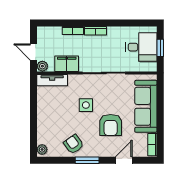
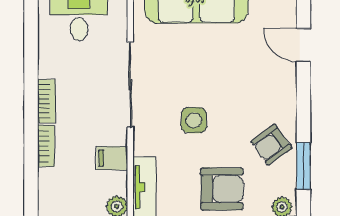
filing cabinet: (67, 64) -> (112, 158), width x0.50
armchair: (111, 125) -> (222, 189), moved
window: (87, 160) -> (303, 166), moved

